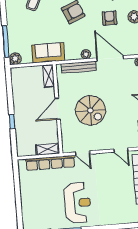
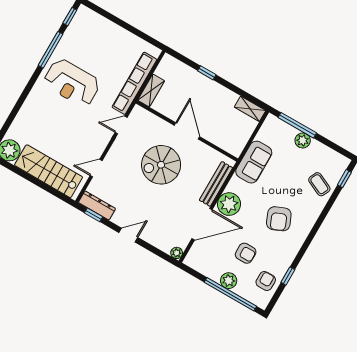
plant: (86, 54) -> (229, 204), width x1.88, depth x1.88
plant: (15, 59) -> (303, 140), moved
shelving: (49, 76) -> (250, 109), moved

